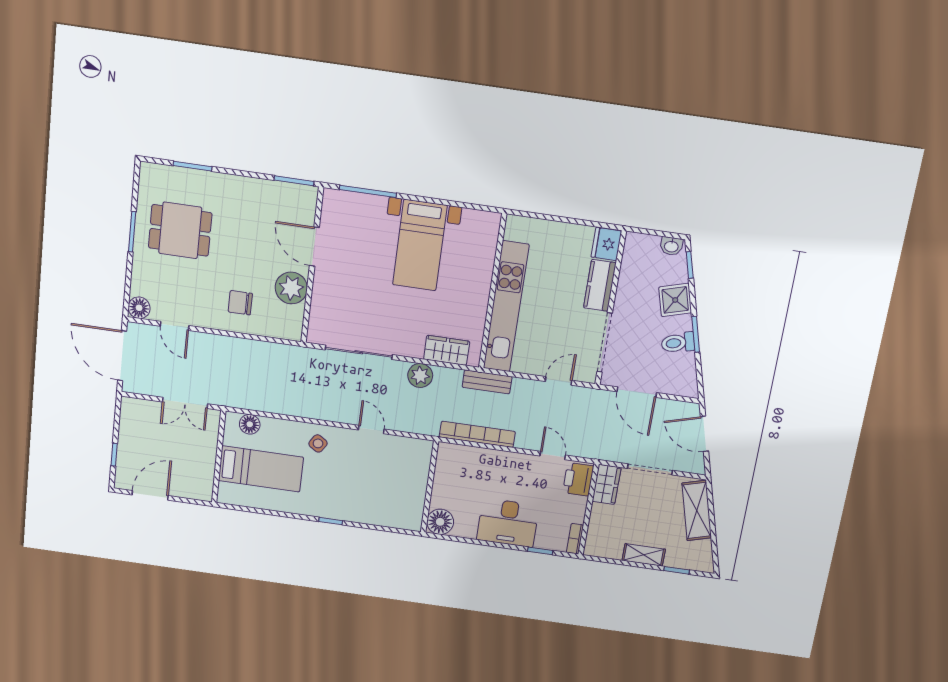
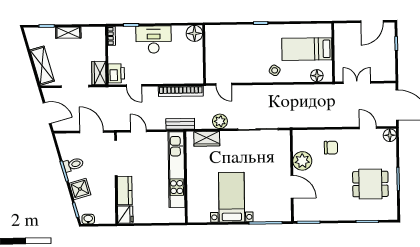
door: (559, 381) -> (138, 131), swing flipped
door: (371, 430) -> (224, 84), moved

